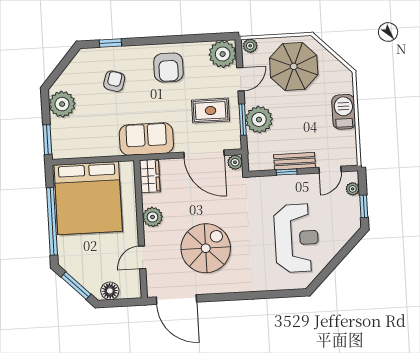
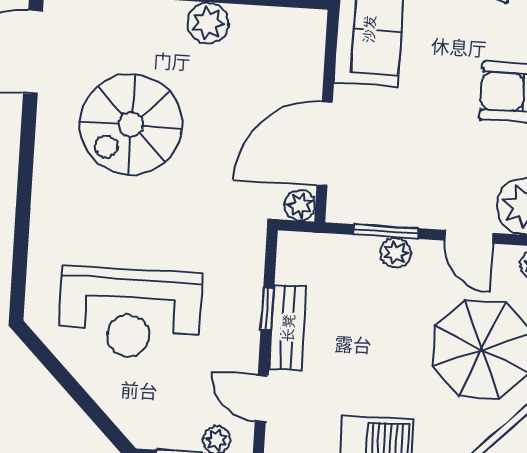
rug: (210, 111) -> (412, 168), removed
plant: (259, 120) -> (396, 253), width x0.53, depth x0.53
wardrobe: (150, 176) -> (293, 27), removed
spiral stairs: (206, 248) -> (131, 124), turned 90

